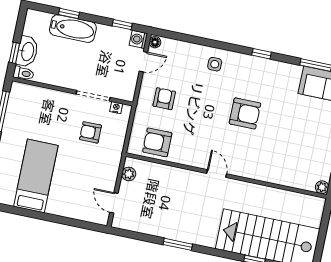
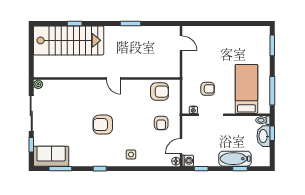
plant: (129, 174) -> (175, 65), removed
bed: (36, 176) -> (246, 89), moved, turned 180

